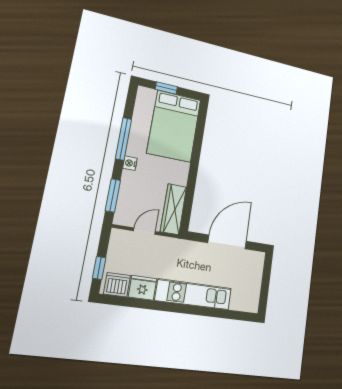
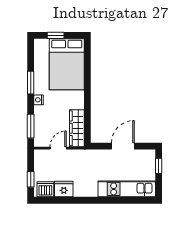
window: (123, 139) -> (31, 83), width x0.69
door: (227, 242) -> (123, 146), width x0.73
window: (267, 274) -> (159, 166), added
kitchen unit: (194, 294) -> (127, 189), moved

